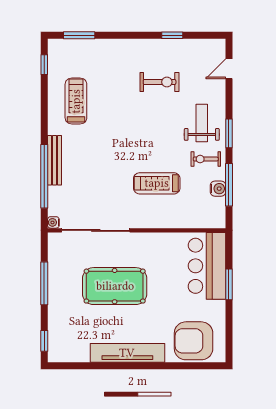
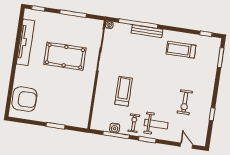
treadmill: (76, 101) -> (181, 50), turned 180
bar counter: (207, 266) -> (69, 114), removed
pool table: (115, 286) -> (65, 56), turned 90
armchair: (194, 341) -> (24, 99), turned 90
tv unit: (127, 353) -> (26, 42), moved

